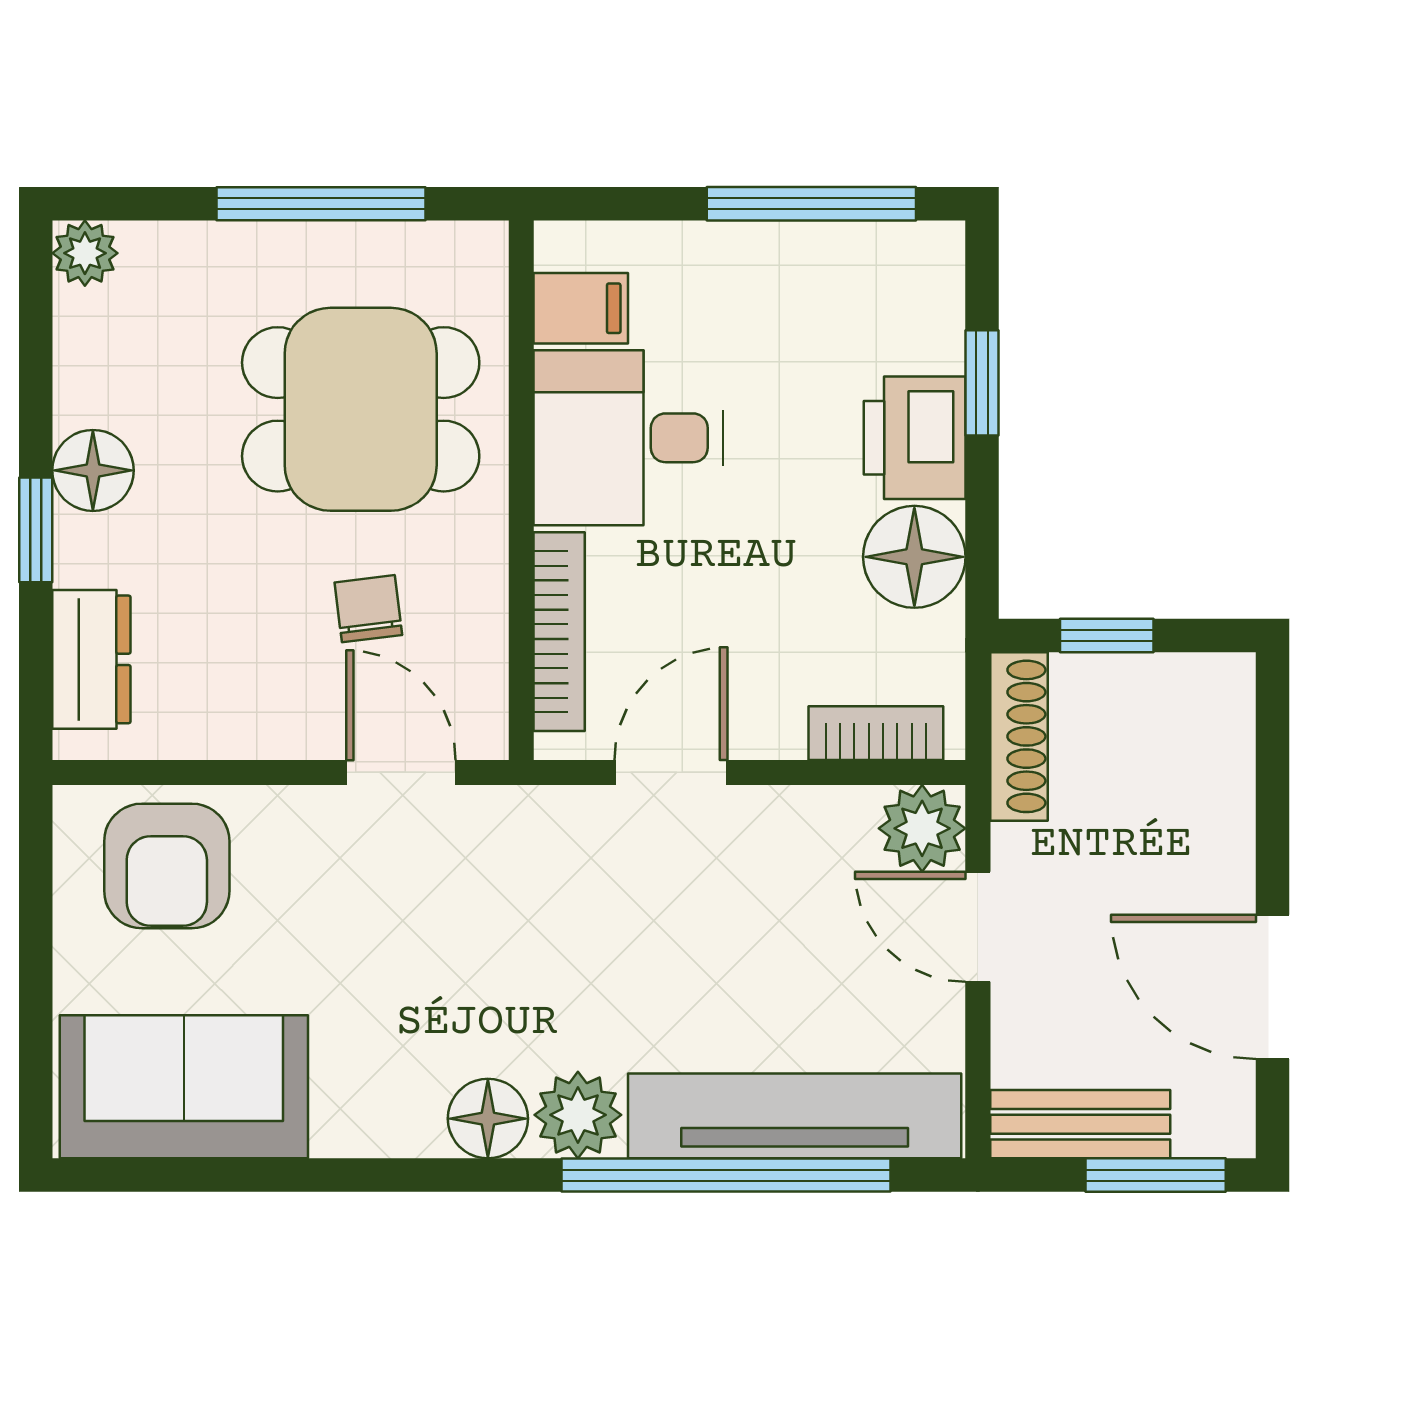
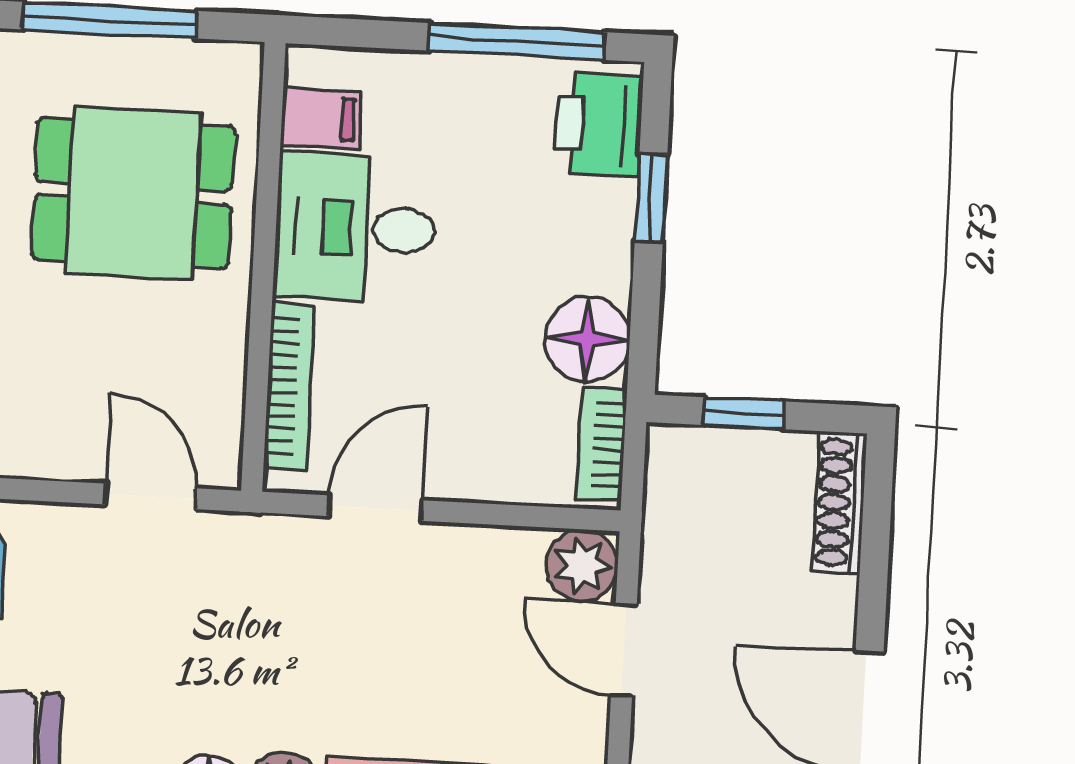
printer: (915, 438) -> (599, 124), moved
chair: (368, 609) -> (131, 359), removed
bookcase: (876, 733) -> (602, 444), moved, turned -90
shoe rack: (1019, 736) -> (840, 502), moved, turned 180

